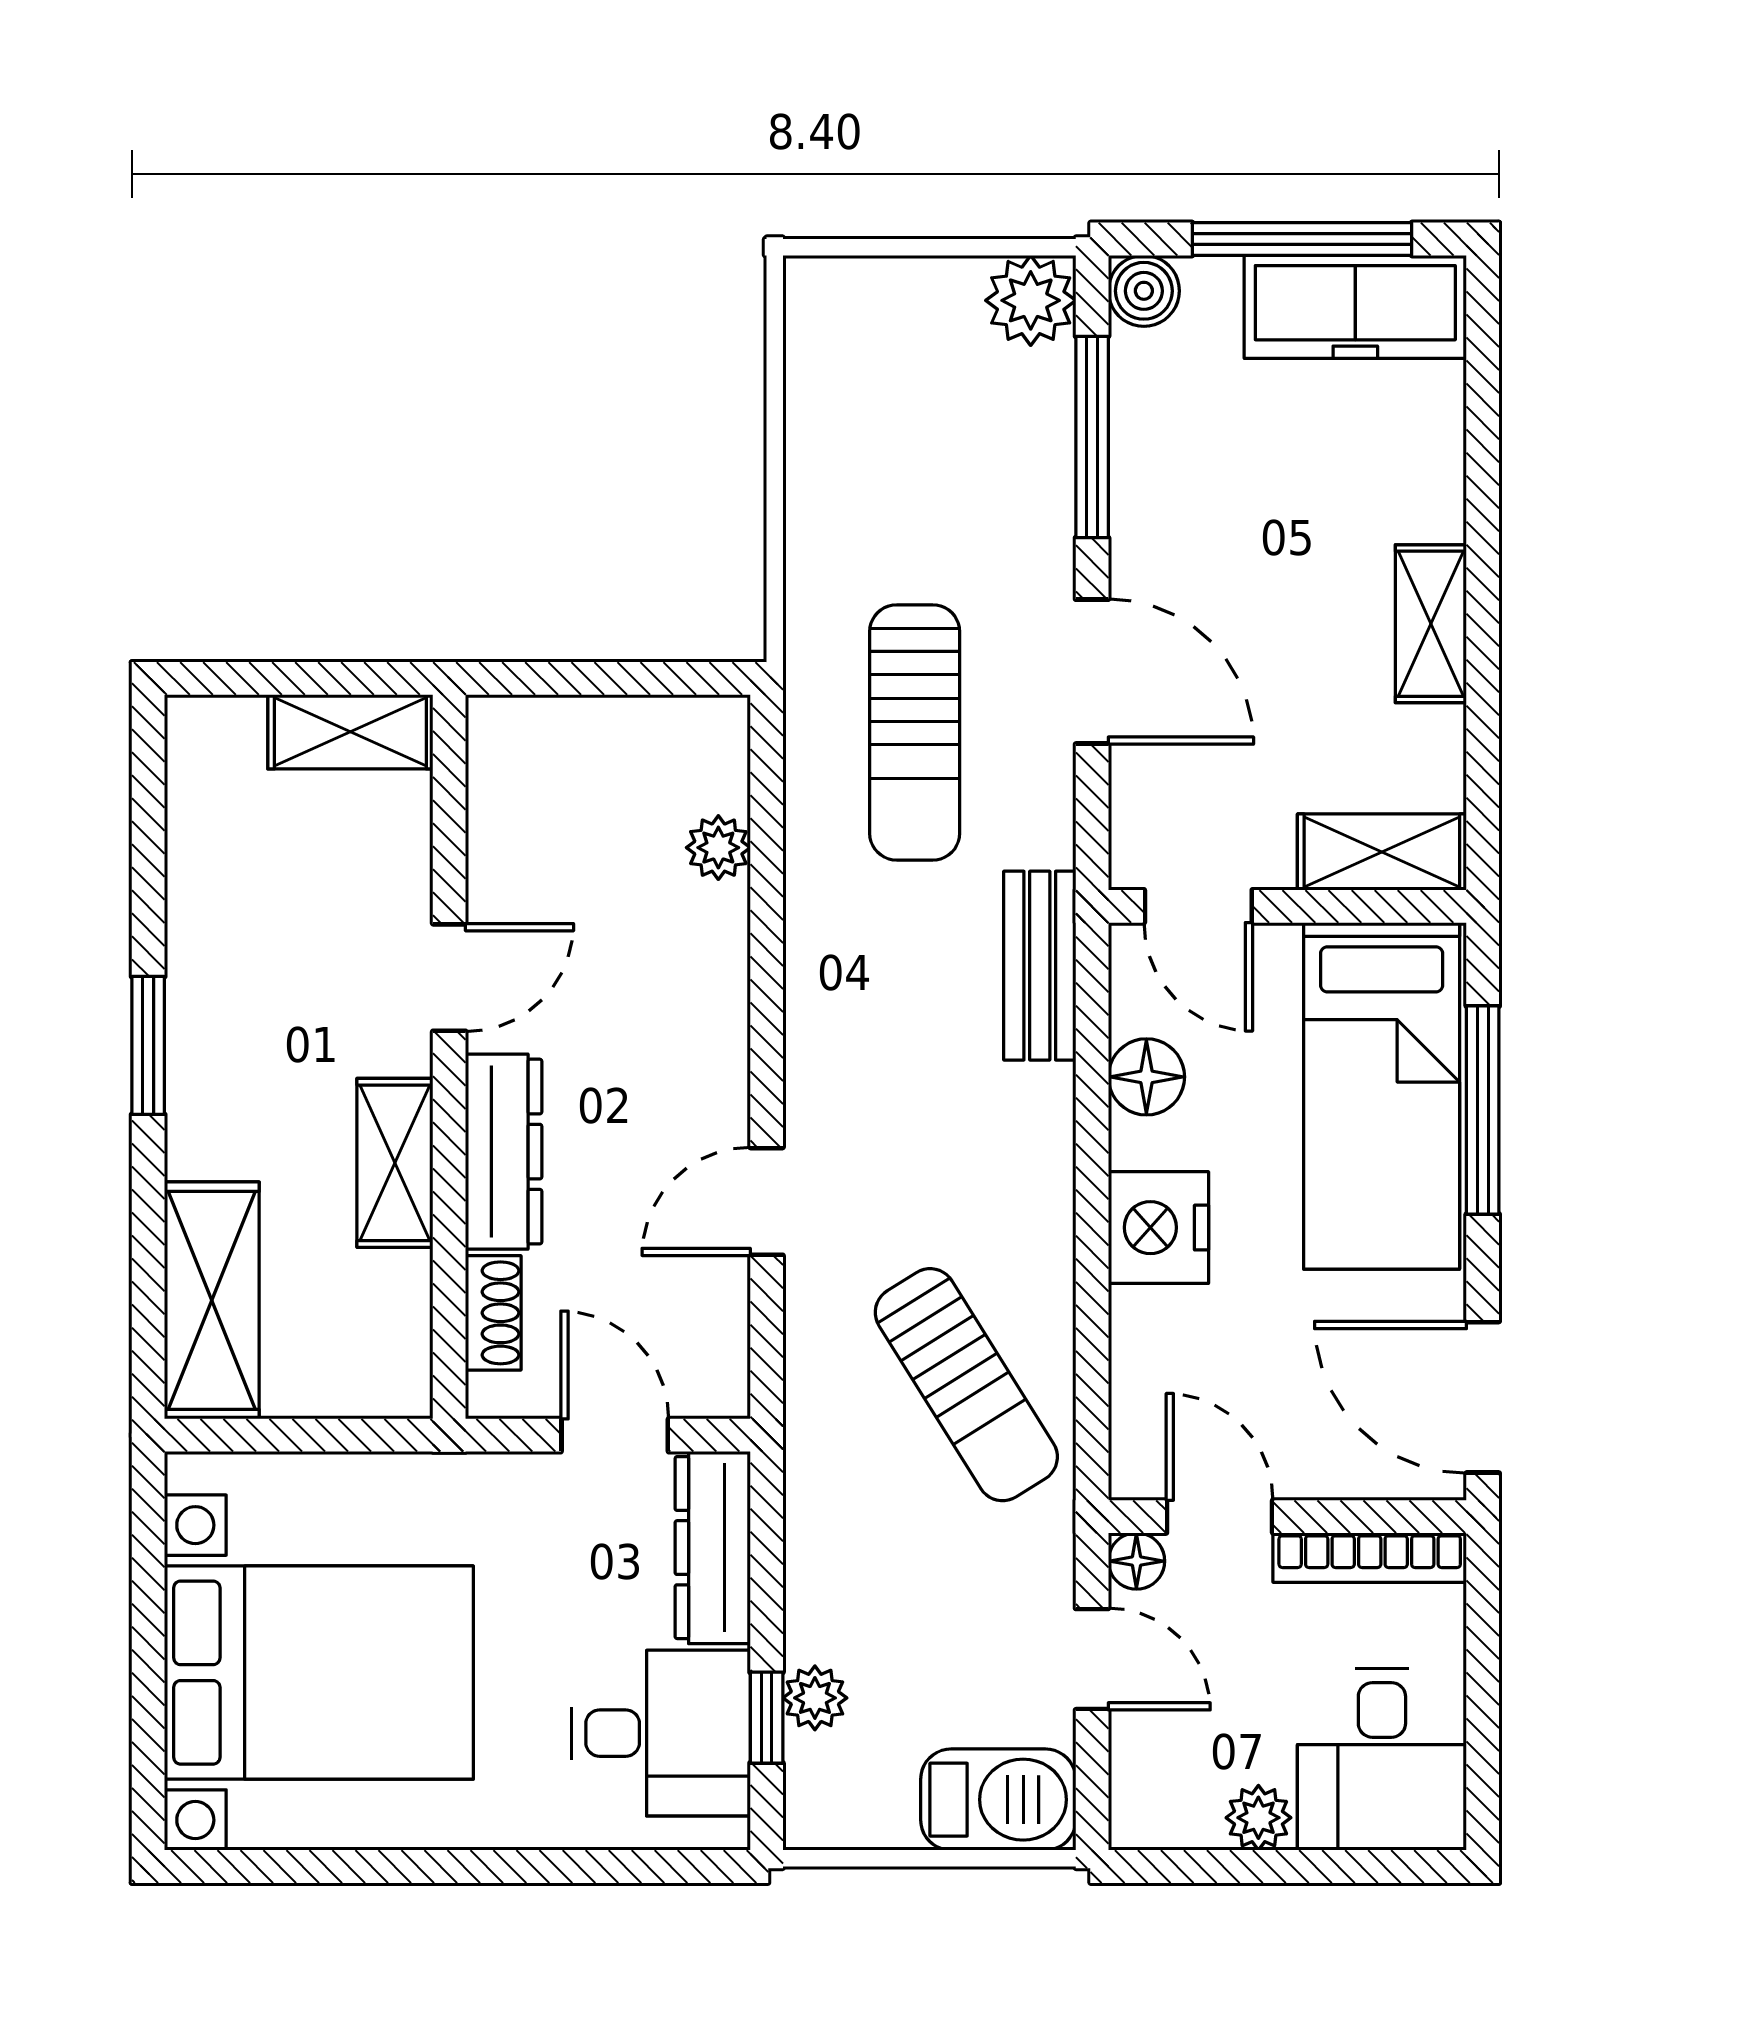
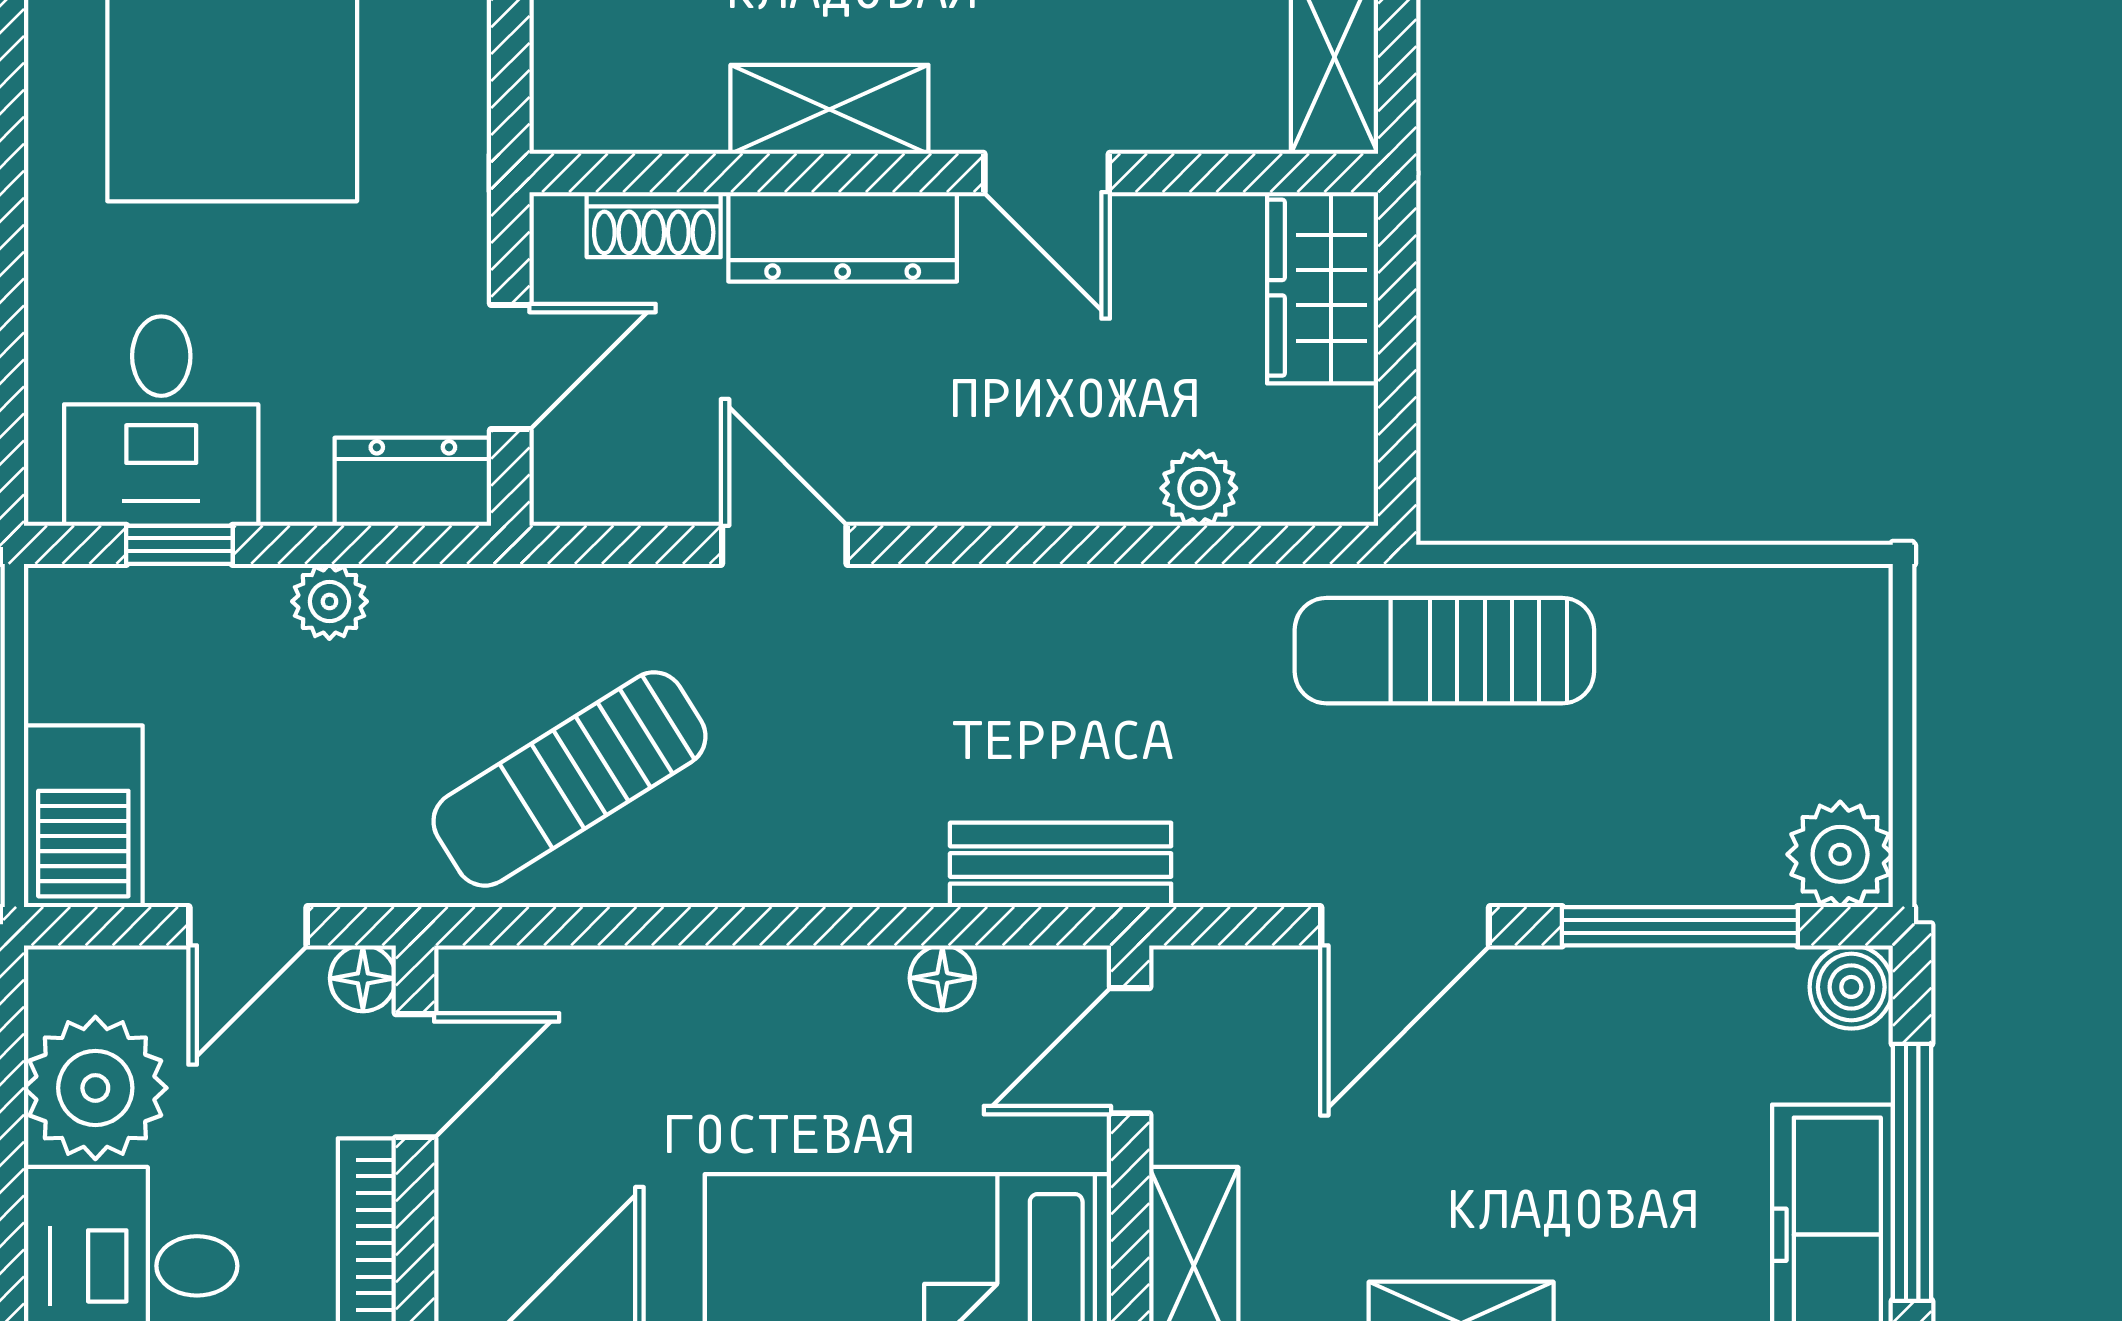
sun lounger: (915, 732) -> (1444, 651), moved
wardrobe: (547, 742) -> (1323, 288), added
floor lamp: (1146, 1077) -> (942, 978), width x0.73, depth x0.73
nightstand: (1158, 1228) -> (754, 1004), removed
dresser: (713, 1548) -> (413, 482), width x0.70
plant: (815, 1698) -> (329, 601), moved
plant: (1258, 1818) -> (95, 1088), width x1.88, depth x1.88

